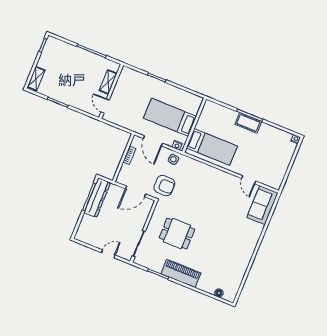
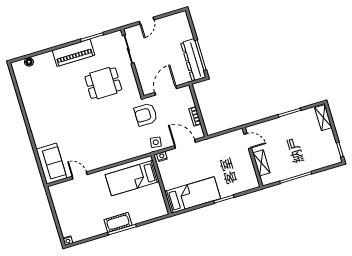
bed: (170, 117) -> (193, 195), moved

